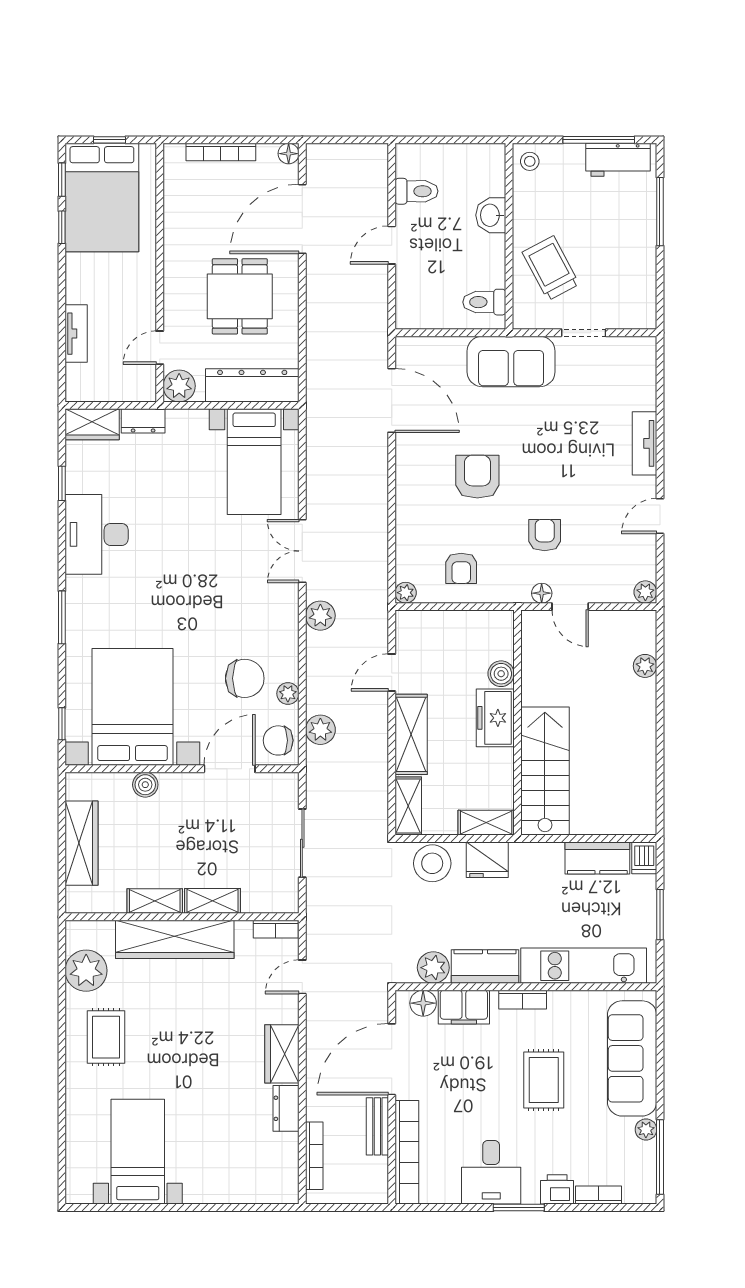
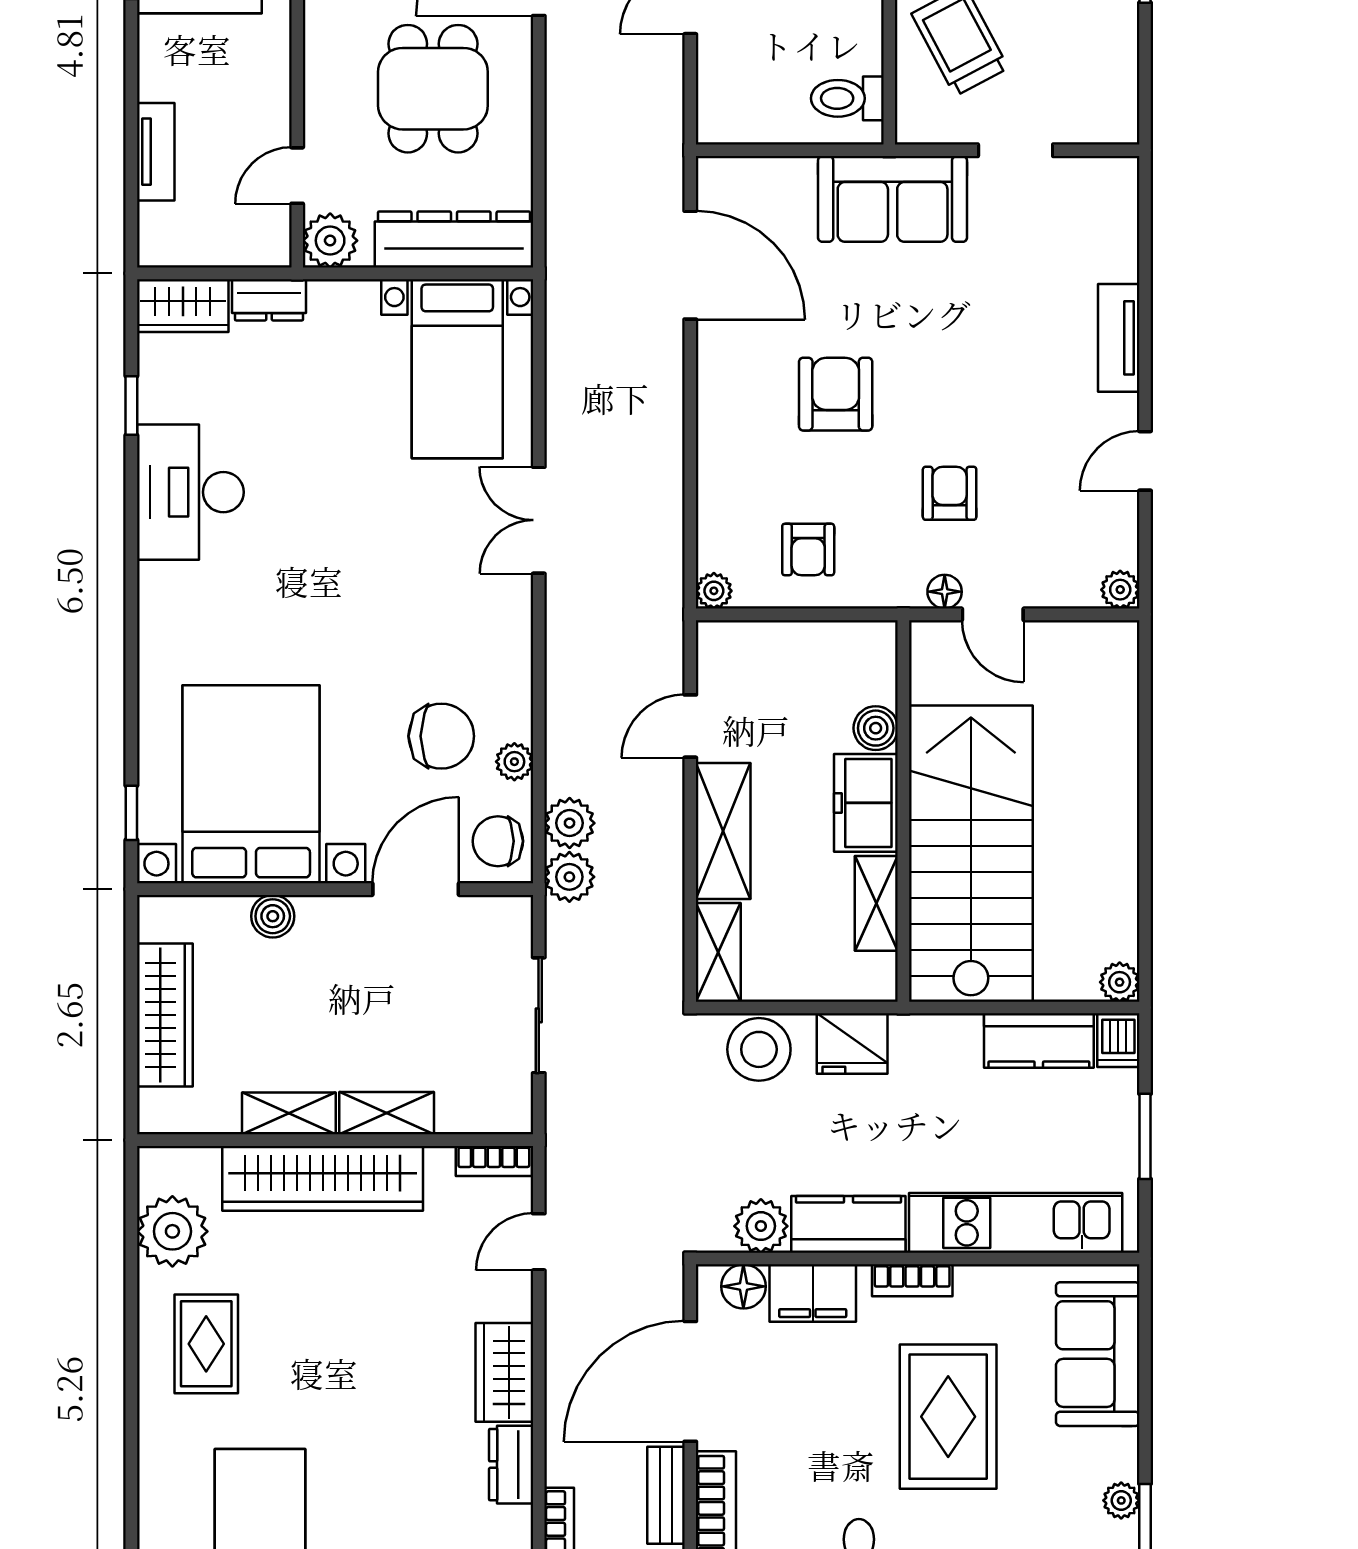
plant: (320, 616) -> (569, 877), moved
window: (62, 617) -> (131, 633), removed
plant: (645, 666) -> (1120, 982), moved
stairs: (545, 771) -> (971, 854), width x1.36, depth x1.51
shelving: (486, 823) -> (876, 903), moved, turned 90
sofa: (632, 1058) -> (1098, 1354), width x0.73
rug: (544, 1080) -> (948, 1417), width x1.36, depth x1.43

